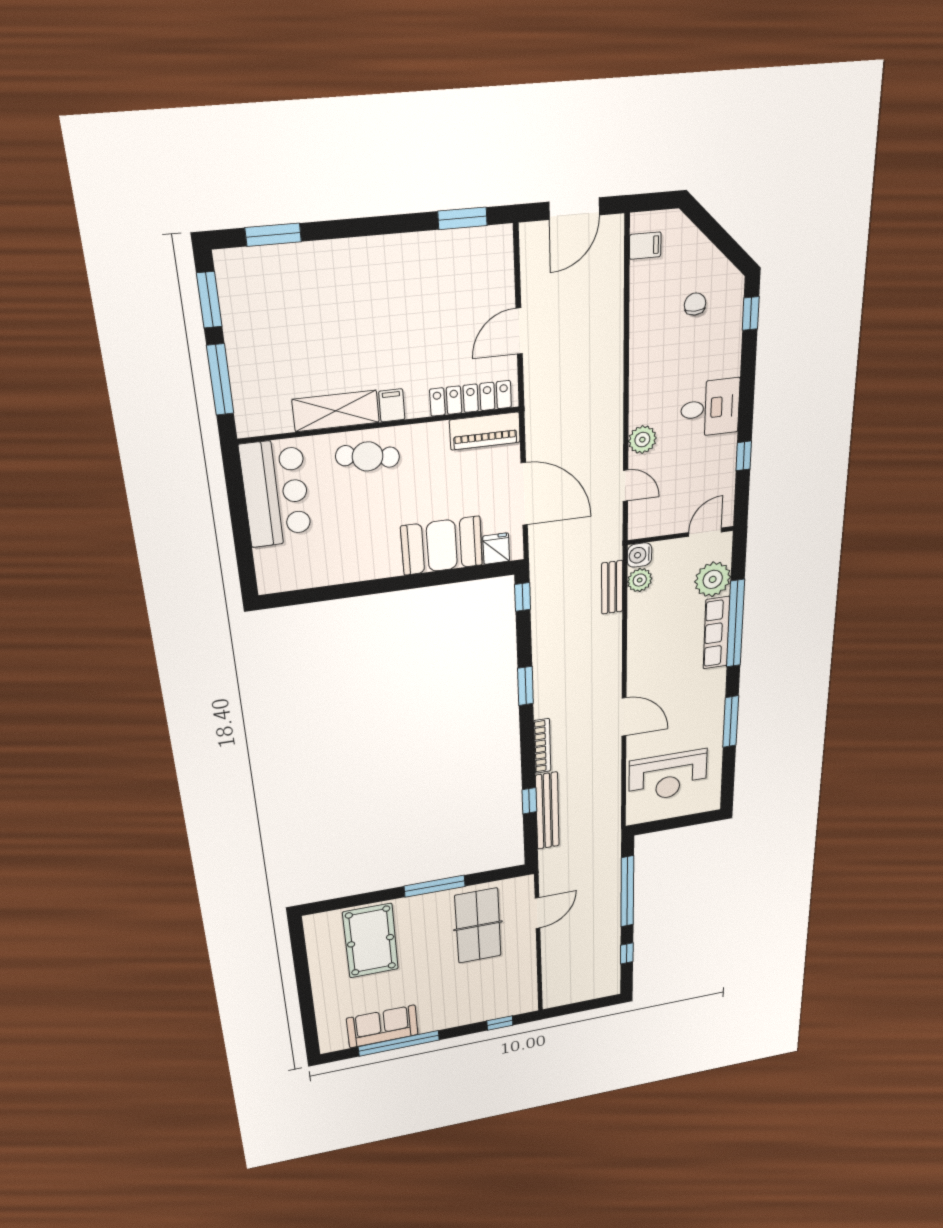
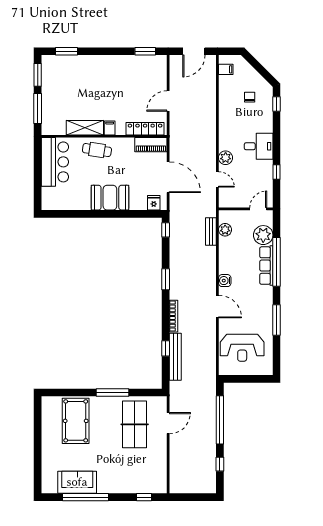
booth: (442, 546) -> (110, 198), moved
water cooler: (639, 555) -> (225, 281), moved

